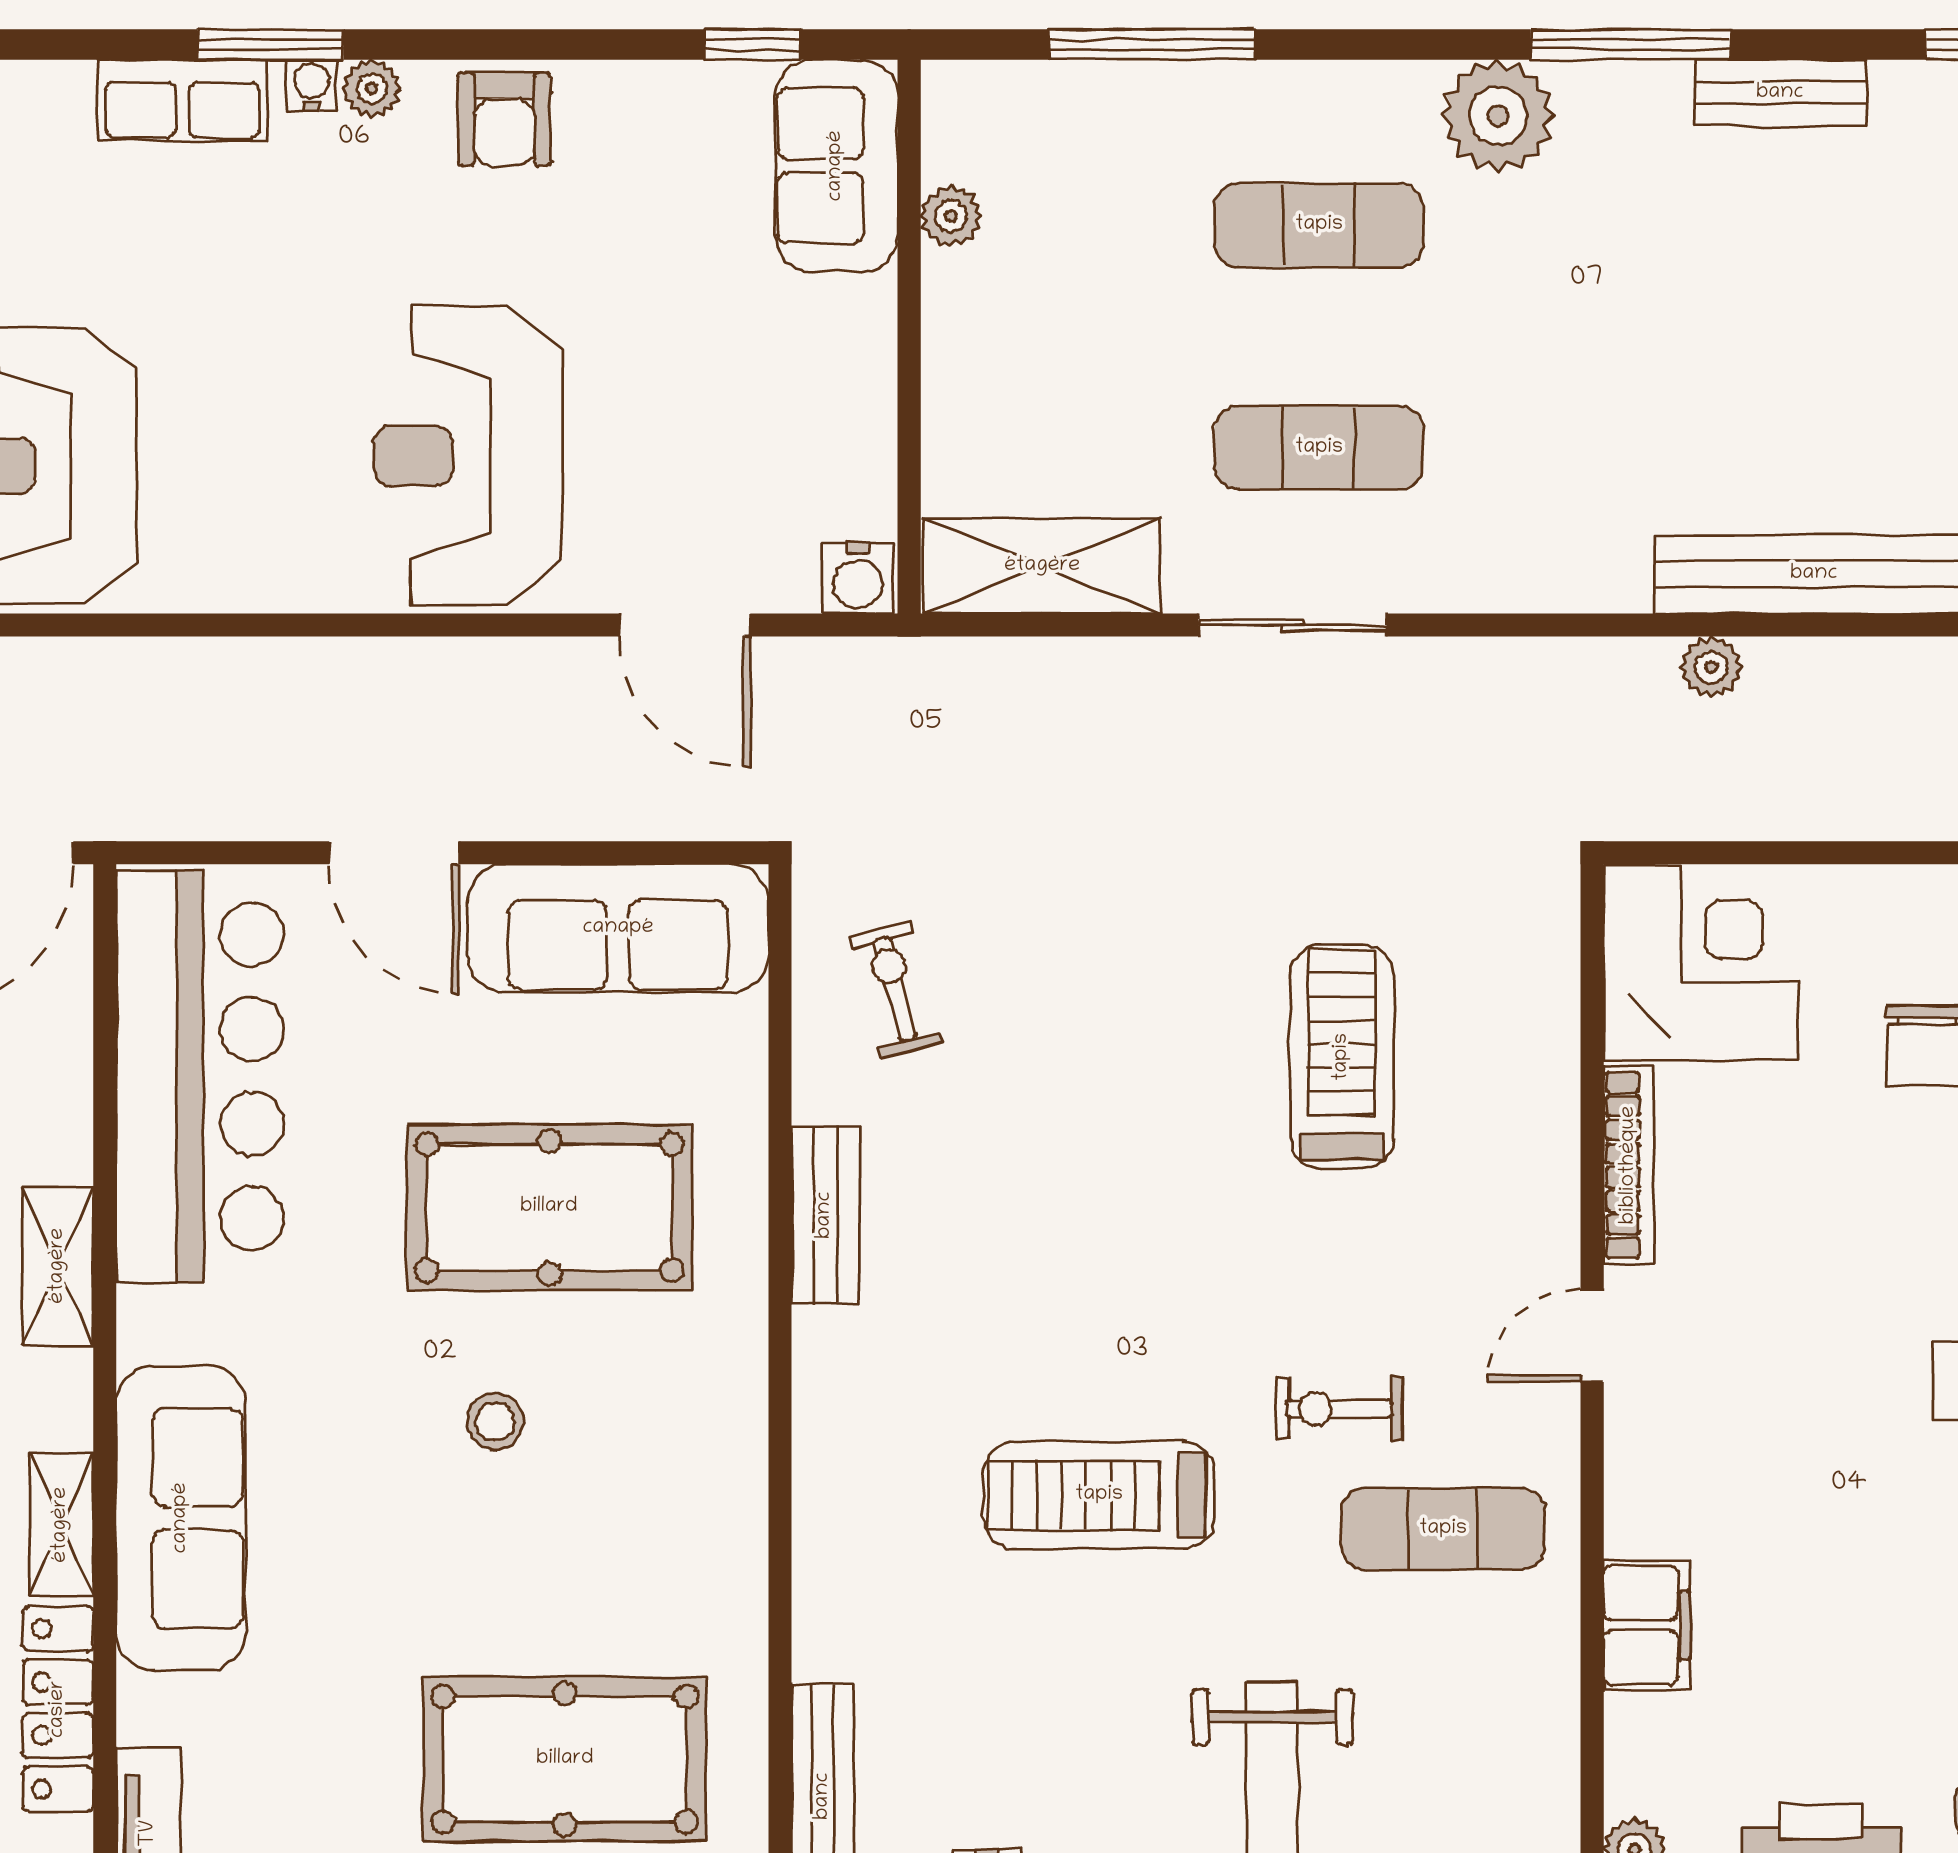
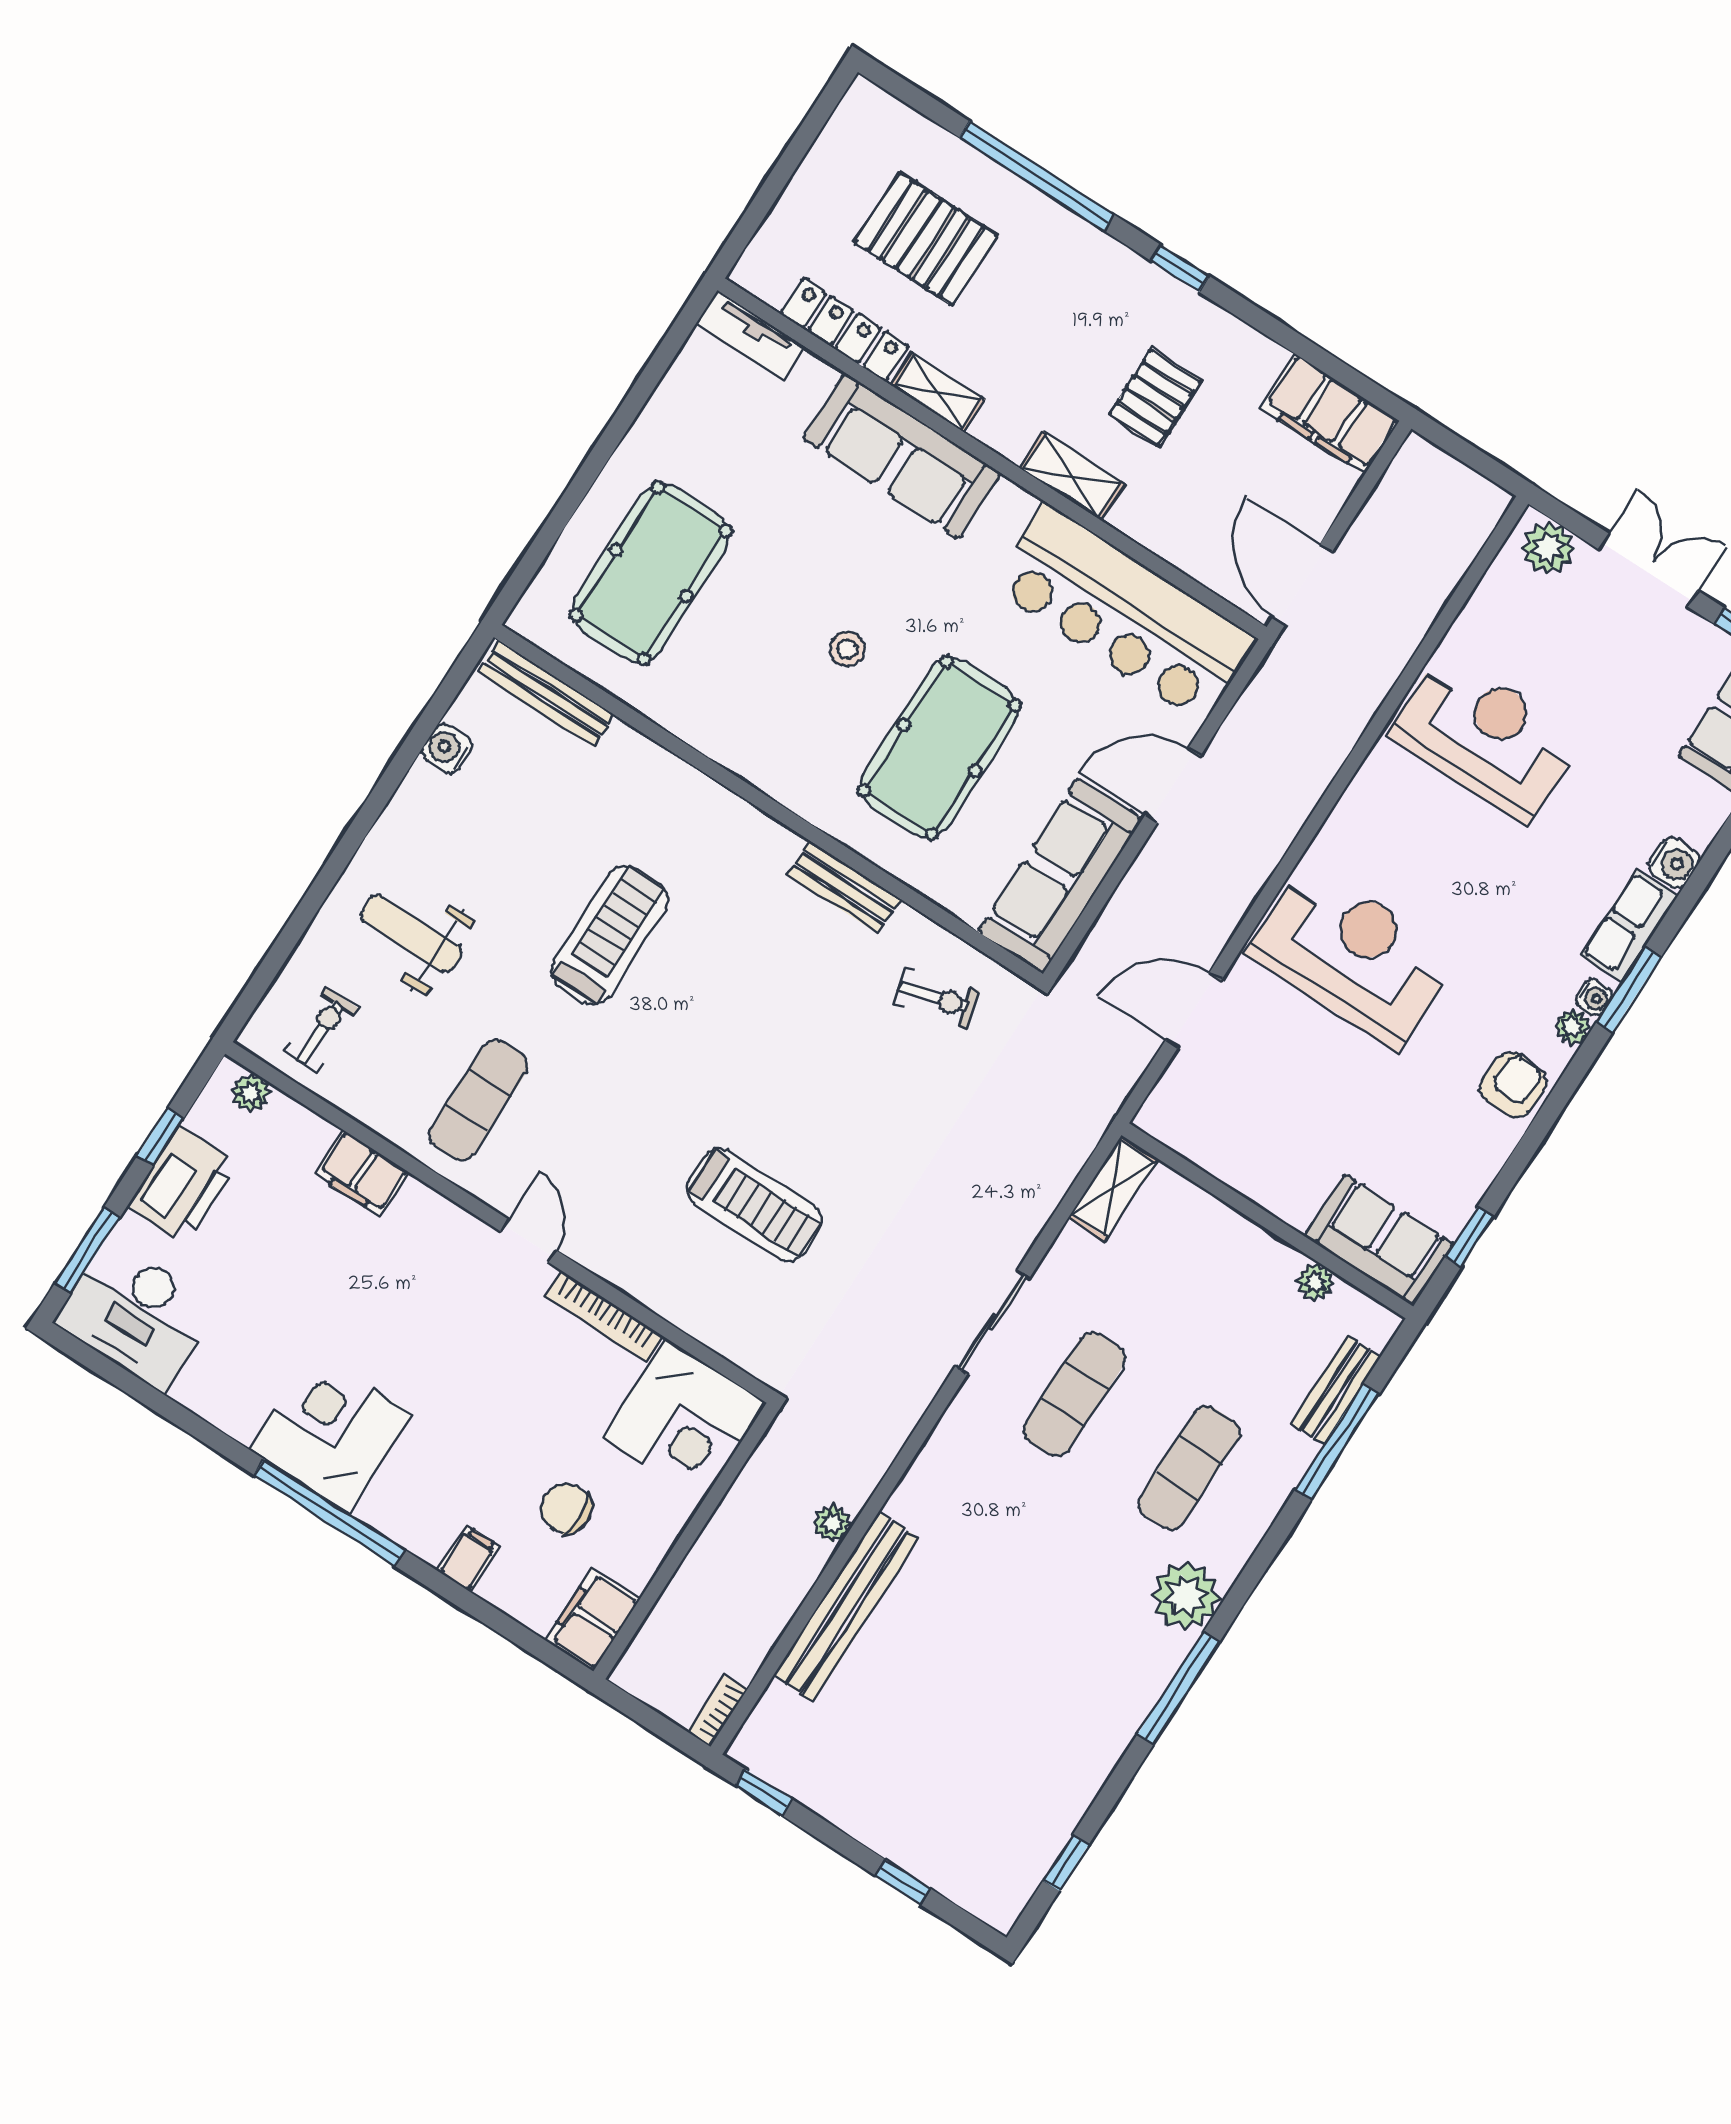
bench: (1780, 93) -> (1336, 1390), moved
armchair: (504, 119) -> (1513, 1085), turned 93
shelving: (1042, 566) -> (1113, 1189), width x0.67, depth x0.75
water cooler: (858, 578) -> (1674, 862), moved, turned 180
exercise bike: (1339, 1409) -> (321, 1030), moved

